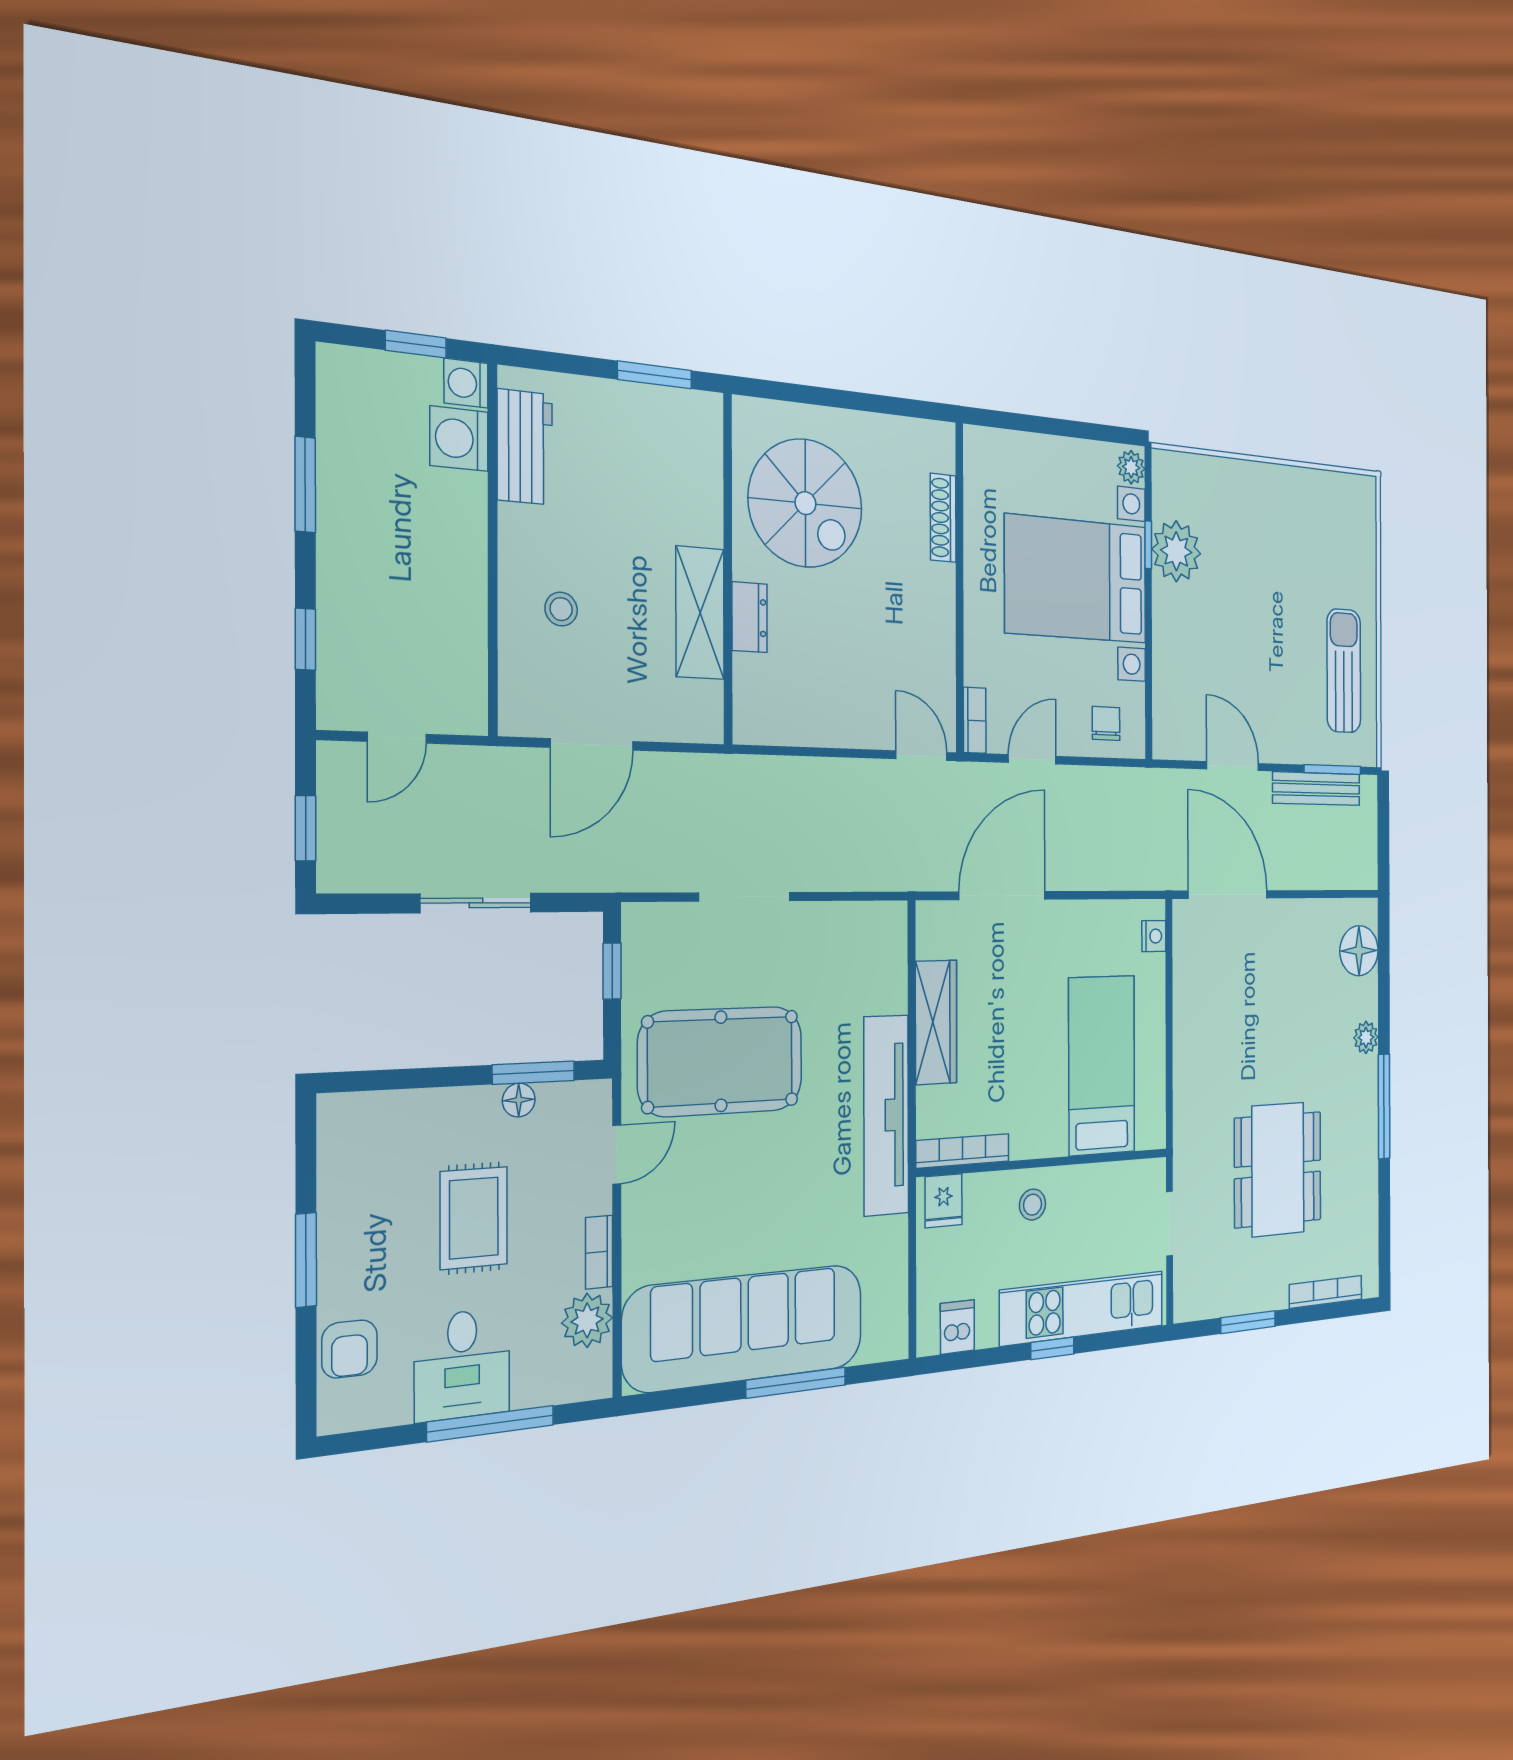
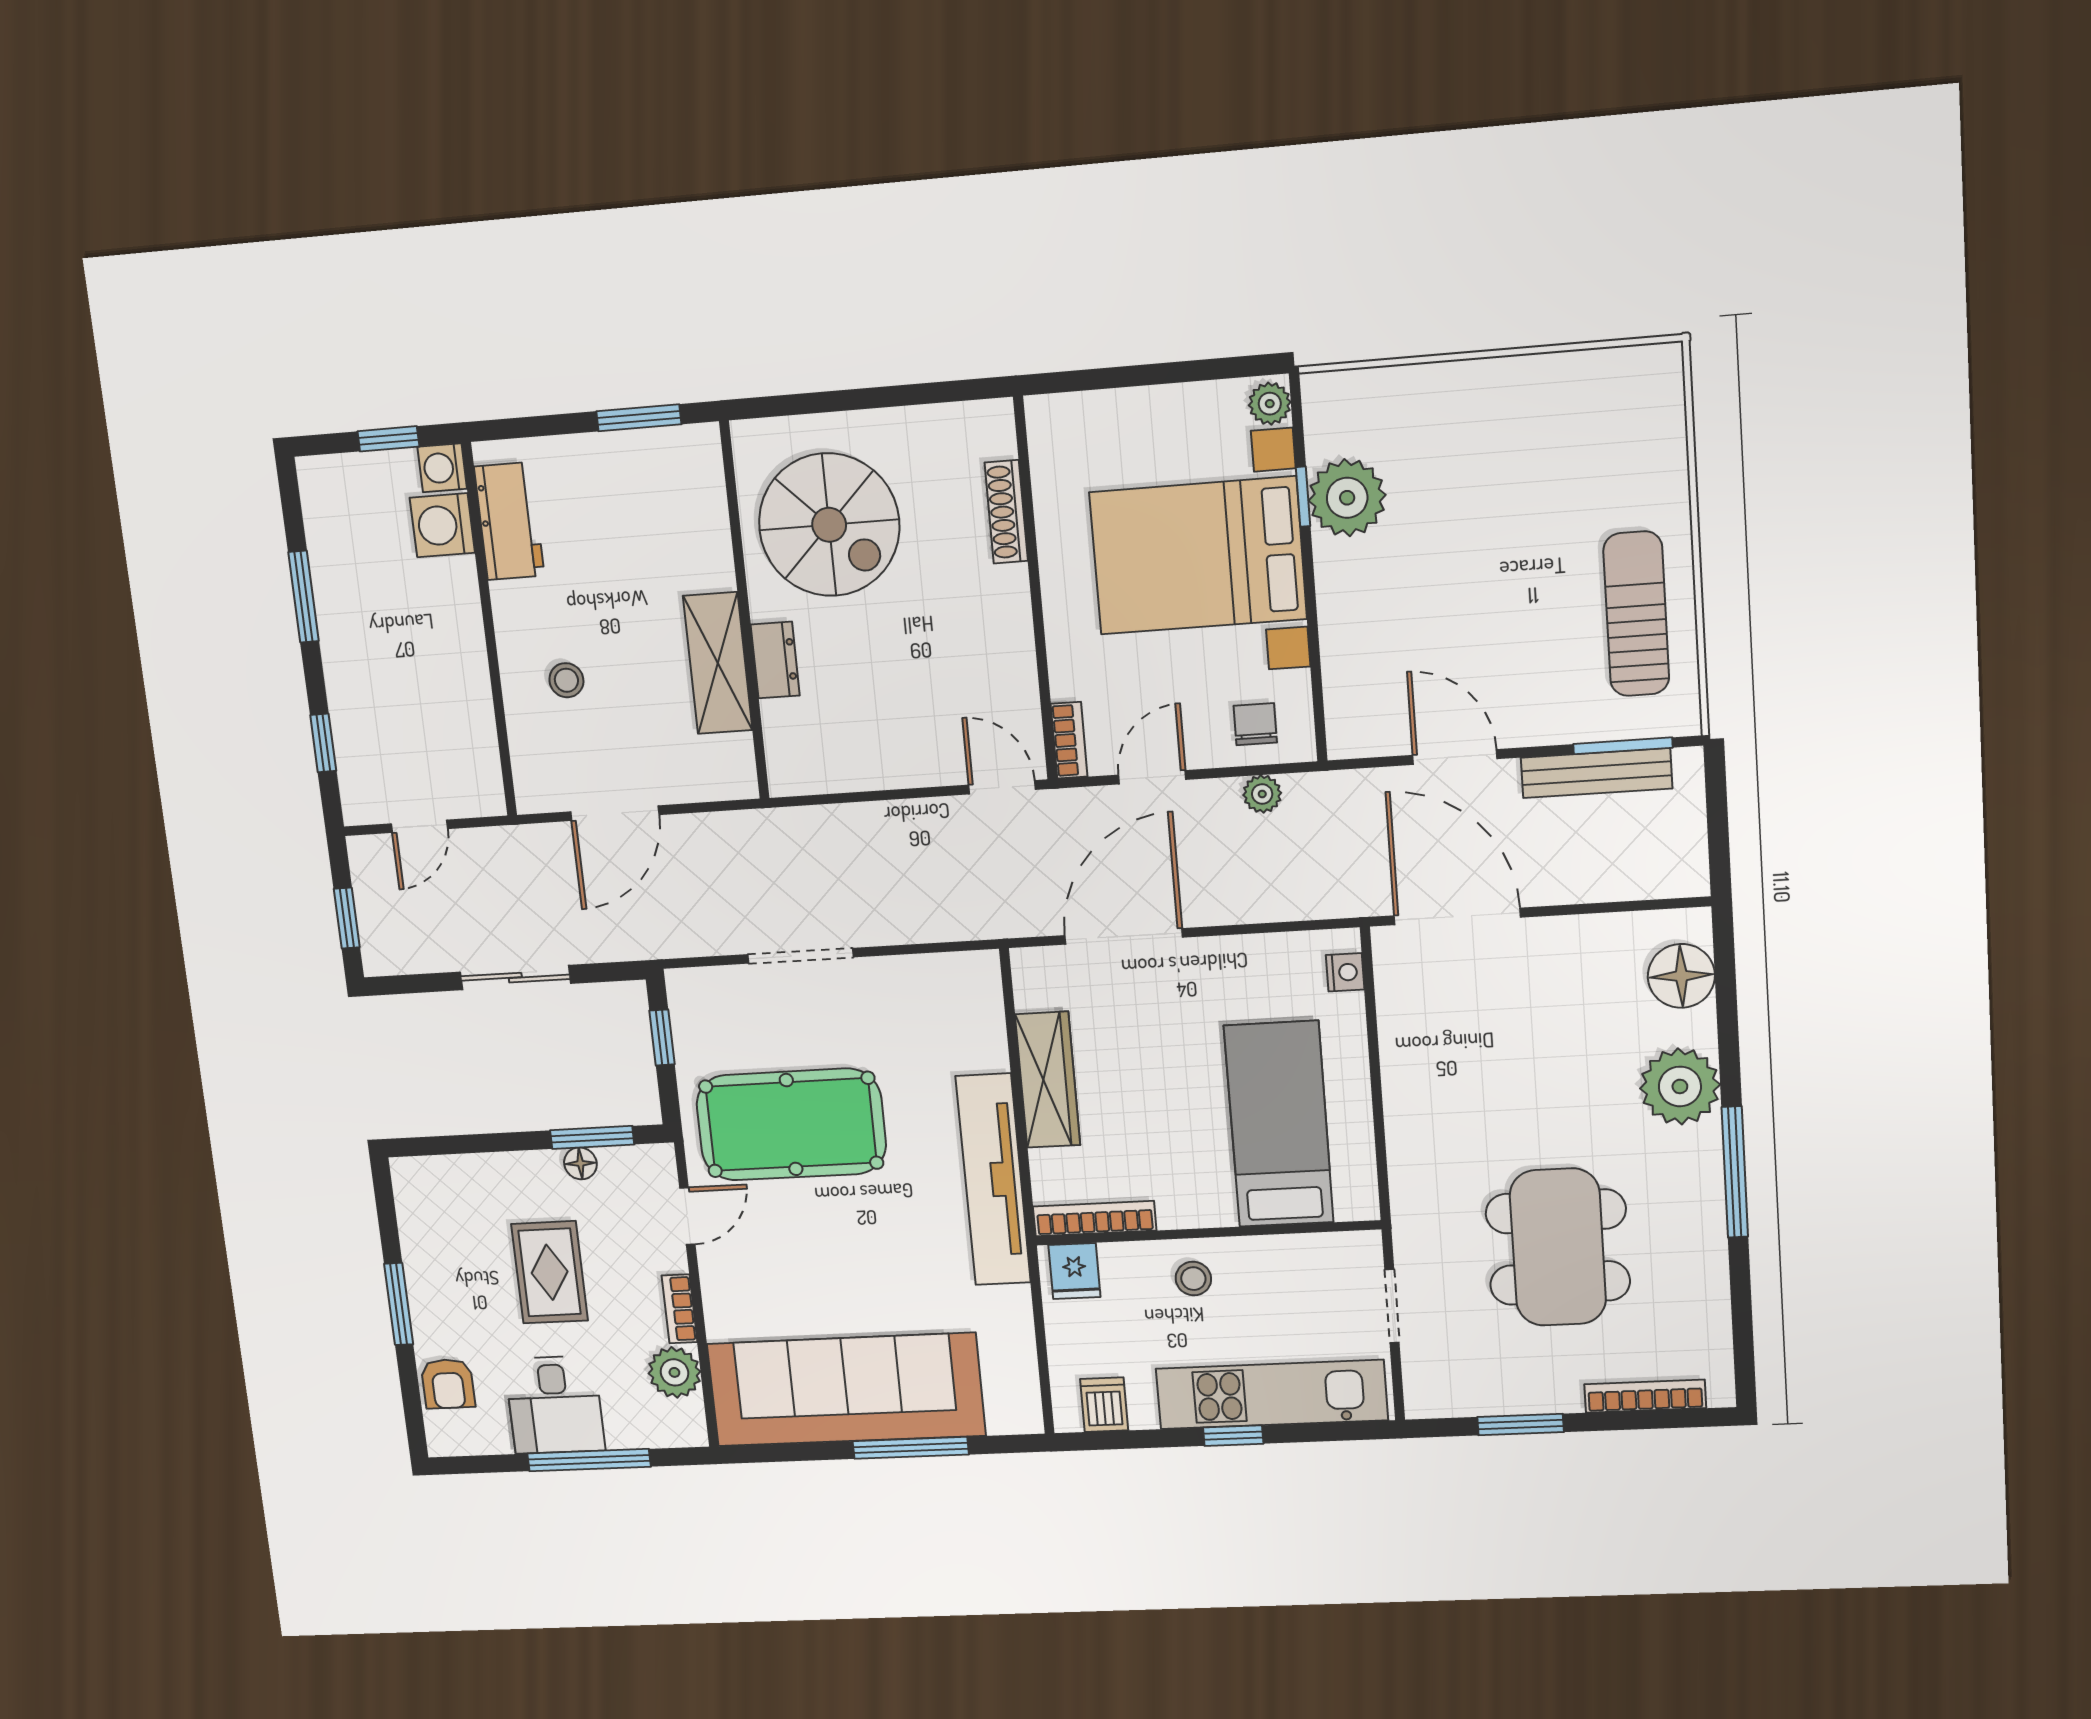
plant: (1107, 782) -> (1262, 794), added
plant: (1366, 1037) -> (1680, 1086), width x1.87, depth x1.87

